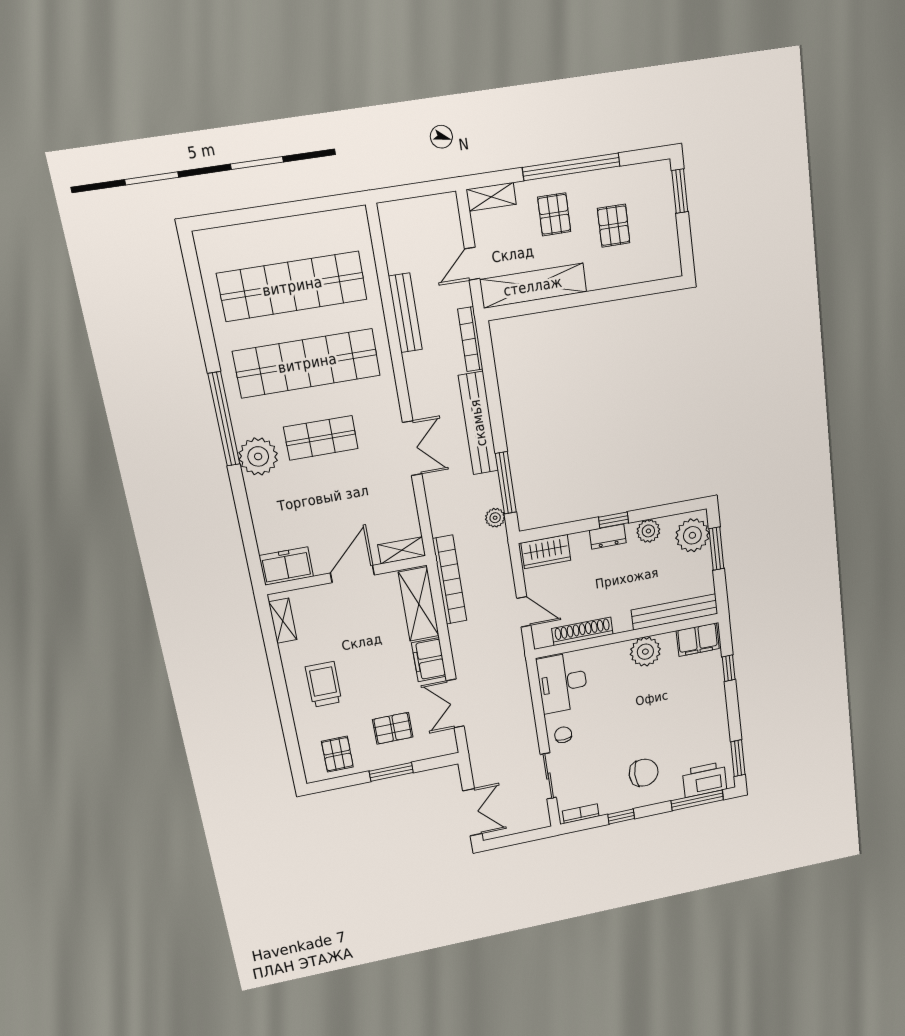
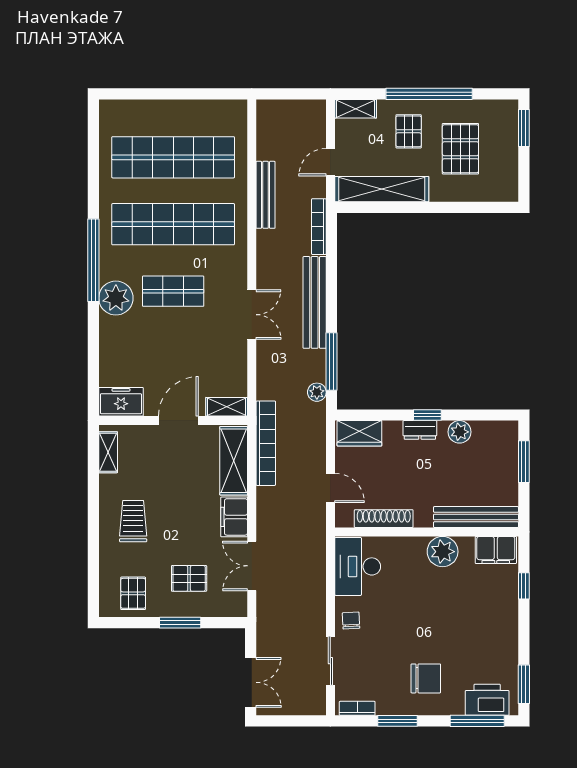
pallet: (614, 226) -> (460, 149), width x1.50, depth x1.42
plant: (692, 535) -> (502, 444), removed
window: (621, 817) -> (397, 721), width x1.50

